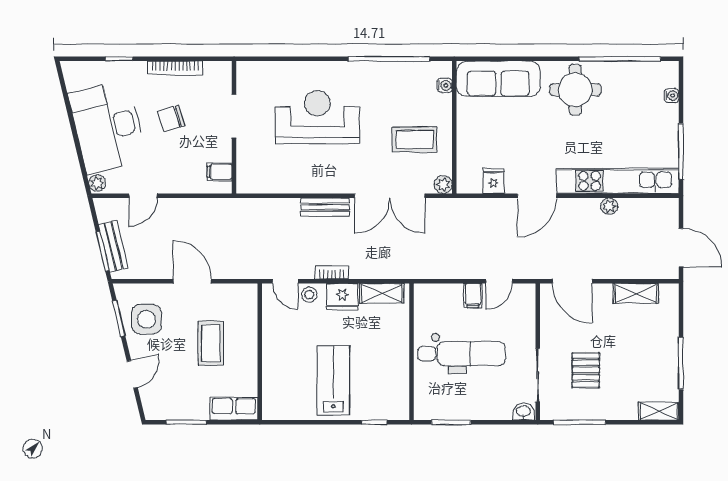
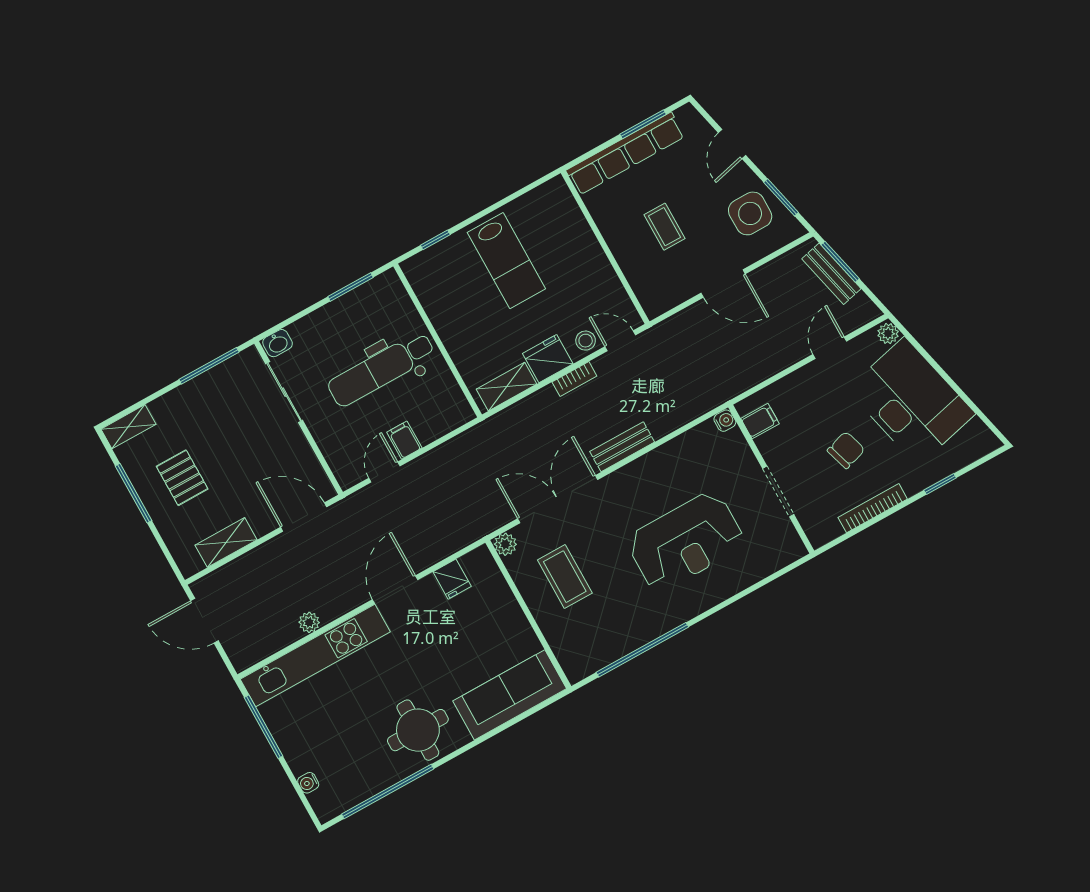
water cooler: (445, 85) -> (725, 421), moved, turned 180
coffee table: (415, 139) -> (565, 577), turned 90
coffee table: (211, 343) -> (664, 227), width x0.73, depth x0.77
pallet: (586, 370) -> (182, 478), moved
row of seats: (234, 409) -> (625, 154), width x2.02

